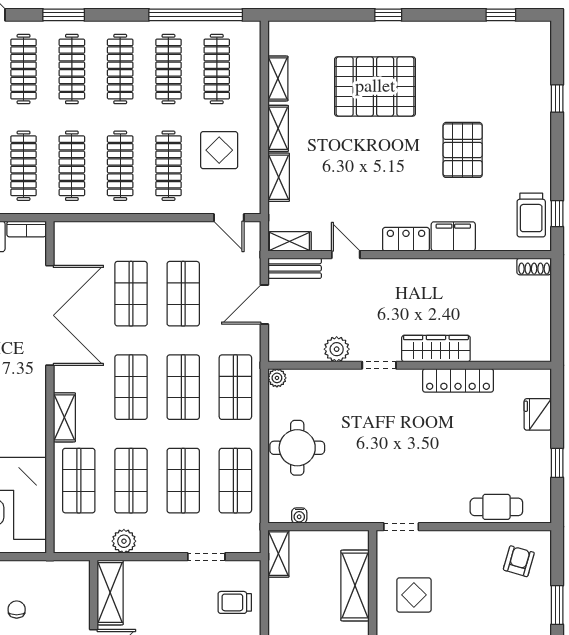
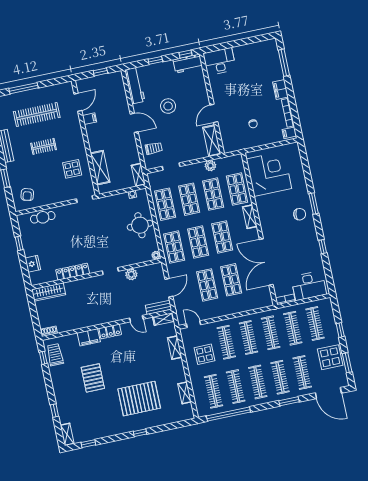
shelving: (278, 128) -> (67, 434), moved
wardrobe: (436, 349) -> (49, 292), moved

